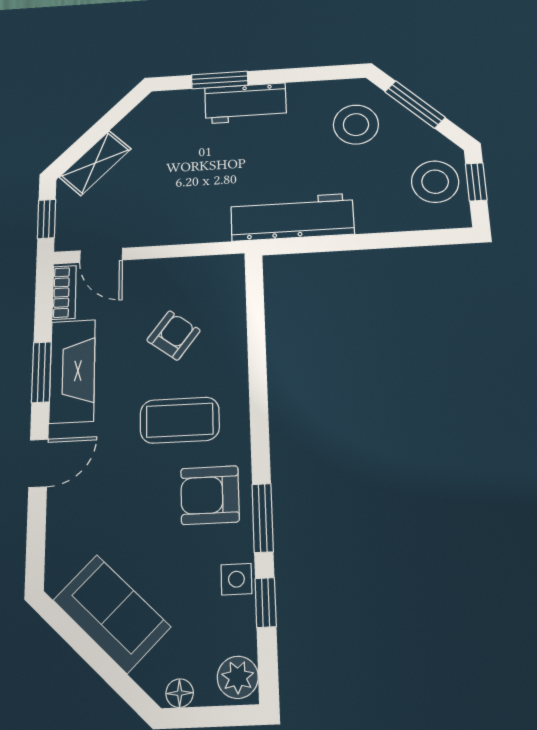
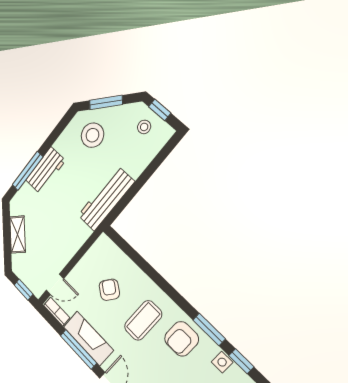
window: (220, 80) -> (28, 171), width x1.44
shelving: (95, 163) -> (18, 234), moved
stool: (435, 182) -> (144, 127), width x0.53, depth x0.53
window: (41, 372) -> (78, 349), width x1.44

